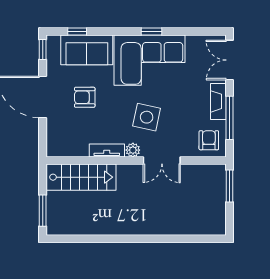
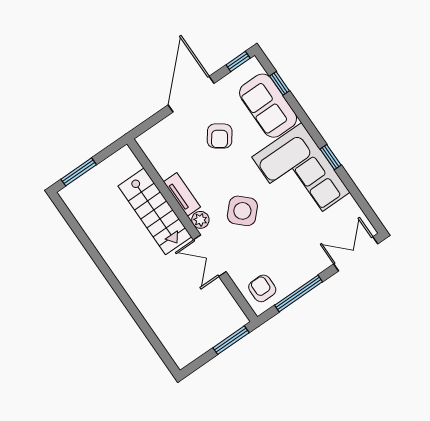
armchair: (85, 97) -> (220, 136), turned -144
fireplace: (218, 101) -> (307, 271), removed
side table: (147, 117) -> (242, 211), turned 32
armchair: (209, 140) -> (262, 288), turned -90
stairs: (81, 177) -> (155, 211), moved

